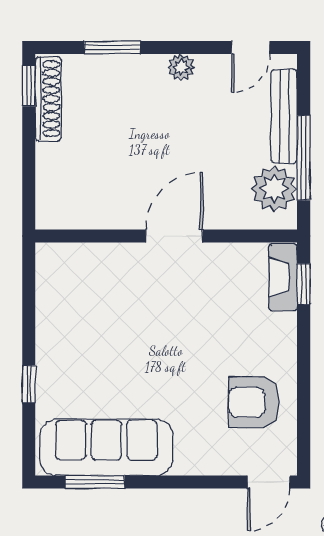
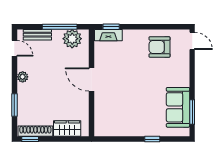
bench: (284, 116) -> (37, 35), width x0.73
wardrobe: (54, 176) -> (67, 129), added
armchair: (254, 402) -> (160, 47), turned 90
sofa: (106, 447) -> (178, 107), width x0.73

